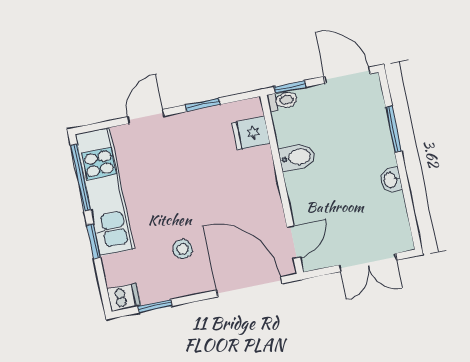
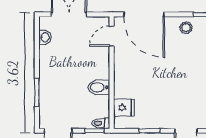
washbasin: (391, 180) -> (45, 37), moved
stool: (183, 249) -> (186, 28), moved

